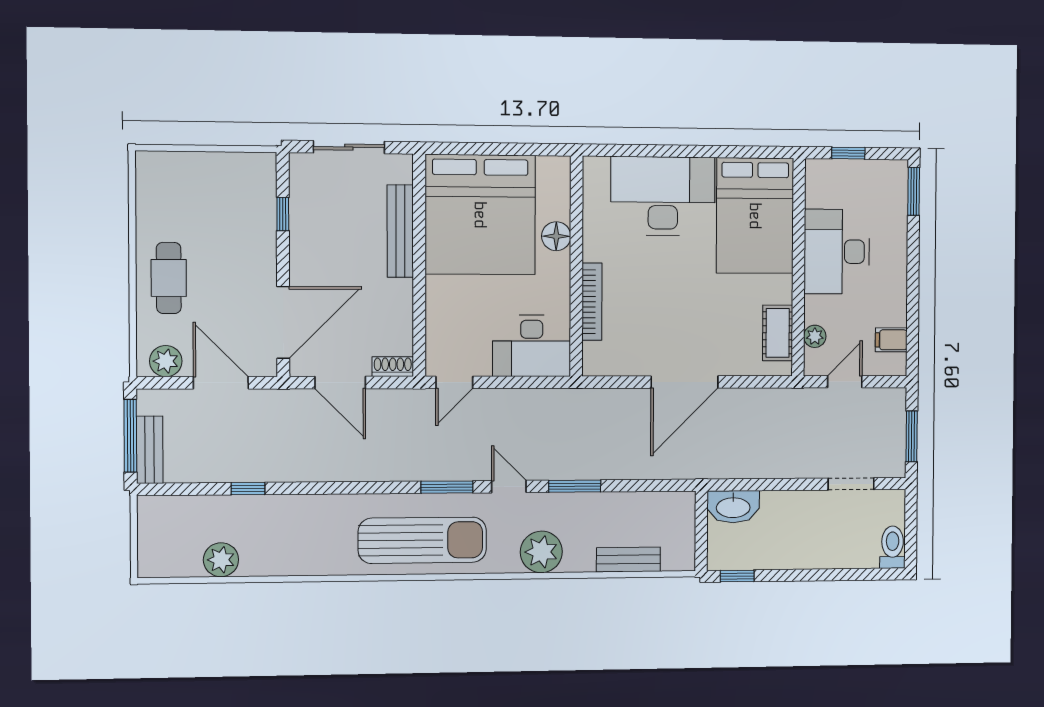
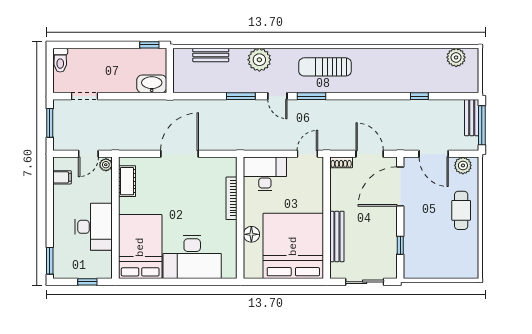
plant: (815, 336) -> (106, 165), moved
sun lounger: (422, 540) -> (325, 67), width x0.73, depth x0.75
plant: (221, 560) -> (456, 57), moved

